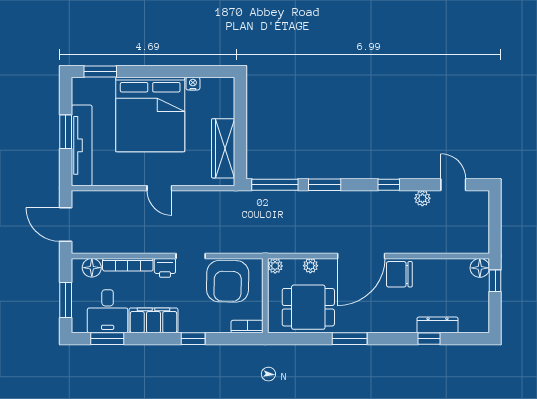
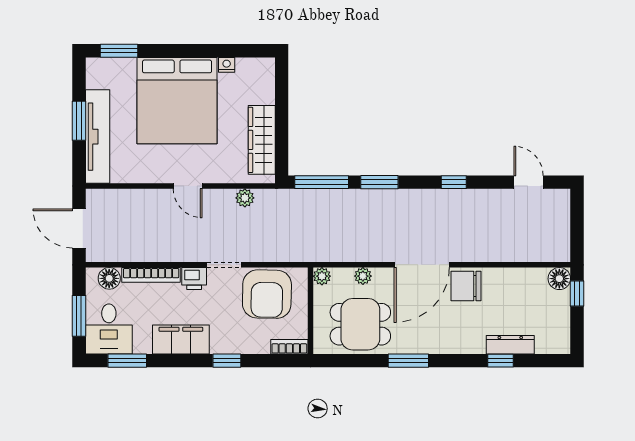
plant: (422, 198) -> (245, 198), moved
desk: (108, 311) -> (109, 329), moved

